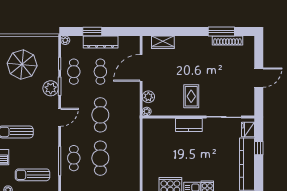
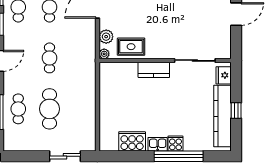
rug: (191, 96) -> (131, 47), moved, turned 90
cafe table: (100, 115) -> (49, 58), width x0.73, depth x0.74
window: (259, 148) -> (236, 111), moved

